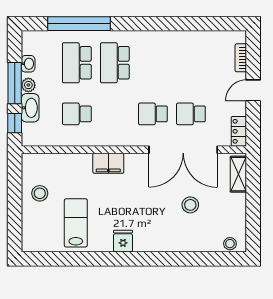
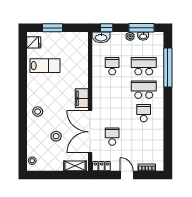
window: (15, 83) -> (141, 28), moved
washbasin: (30, 108) -> (101, 37), moved
school desk: (153, 114) -> (144, 113), moved
filing cabinet: (108, 163) -> (82, 98), moved
stool: (40, 193) -> (38, 112), moved
window: (15, 211) -> (53, 28), added
fridge: (123, 241) -> (34, 42), moved

